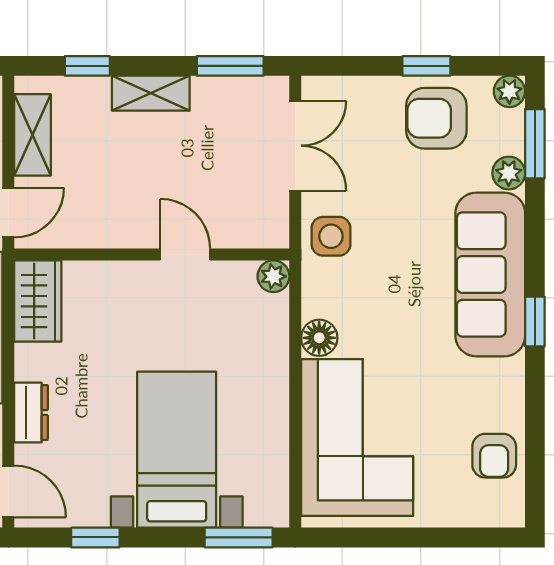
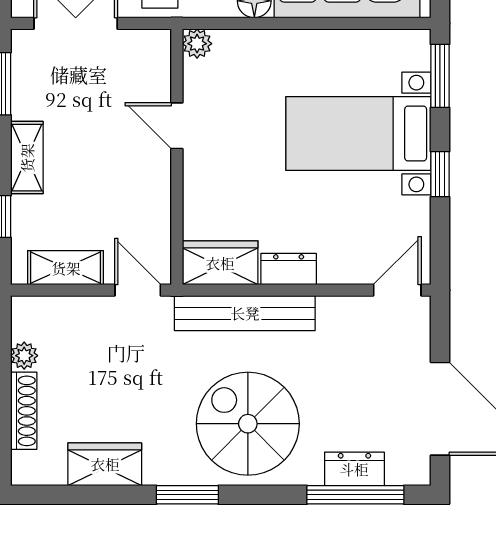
door: (185, 255) -> (177, 126), hinge flipped
dresser: (31, 413) -> (289, 269), moved
window: (95, 537) -> (440, 174), moved

